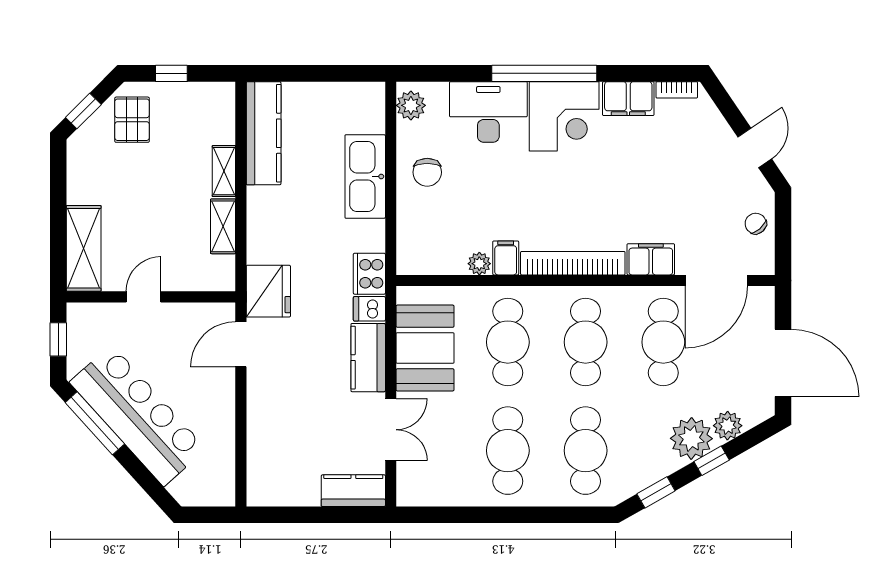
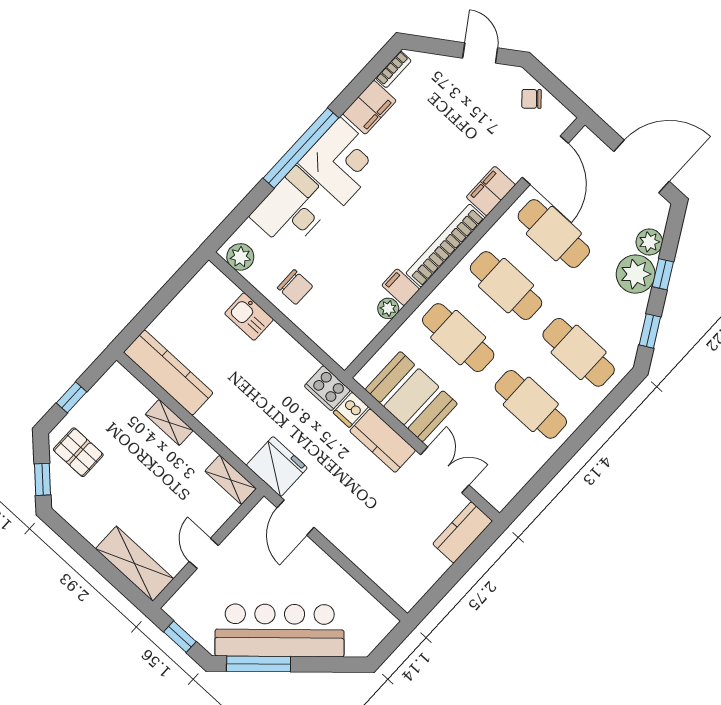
kitchen sink: (365, 176) -> (249, 317), width x0.53, depth x0.81
shelving: (223, 226) -> (231, 480), moved

